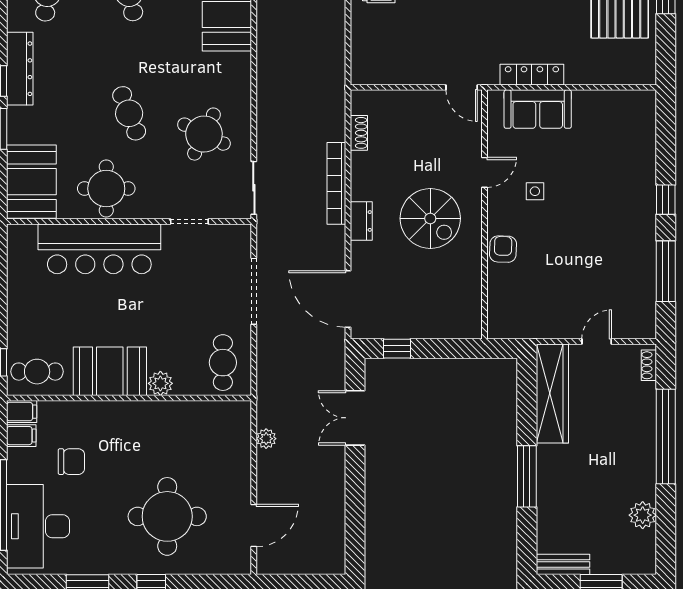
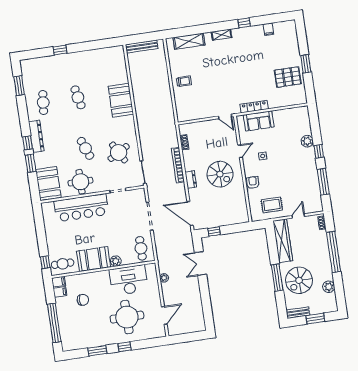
round table: (204, 134) -> (119, 152), turned 34
plant: (642, 172) -> (307, 141), added
rug: (540, 307) -> (272, 205), added
spiral stairs: (576, 490) -> (299, 280), added
desk: (38, 526) -> (129, 280), moved, turned 90

